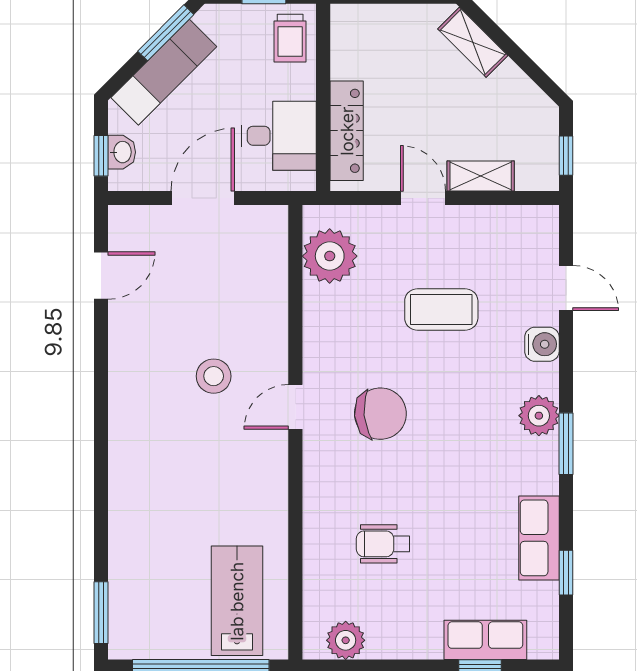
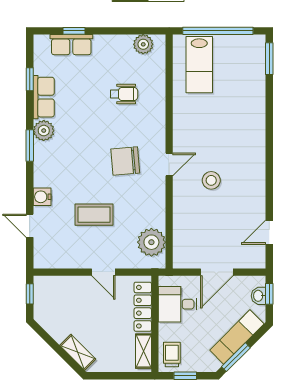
shelving: (481, 176) -> (144, 351), moved, turned 90
plant: (539, 416) -> (44, 131), moved

